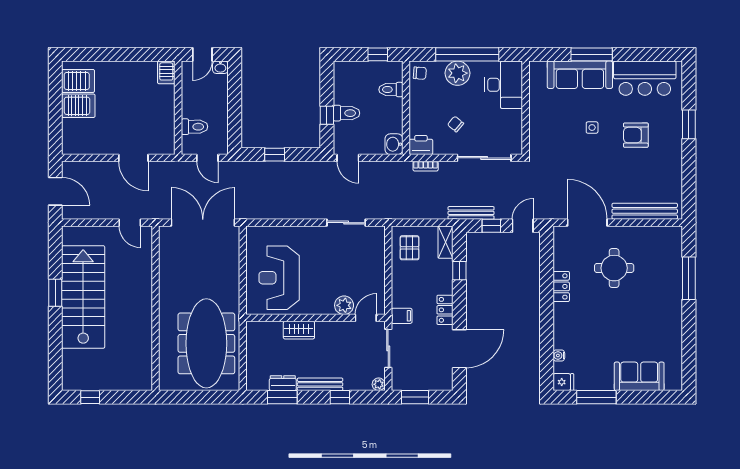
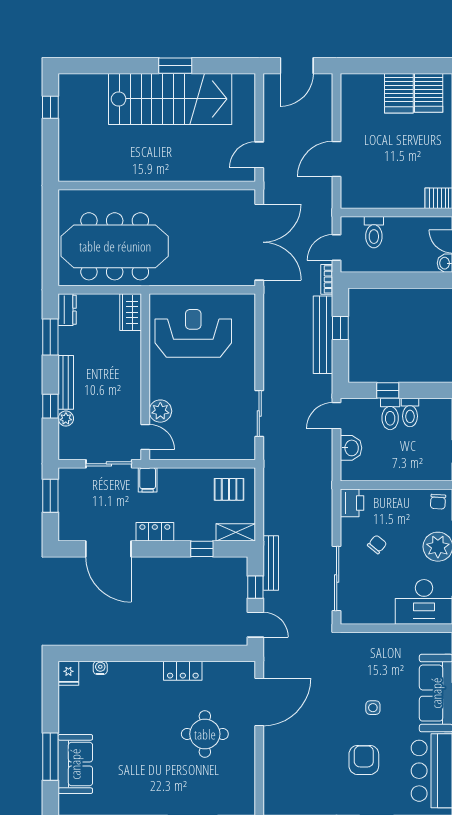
toilet: (391, 90) -> (410, 412), moved, turned 180
washbasin: (394, 144) -> (351, 448), moved, turned 90
bookcase: (426, 166) -> (327, 279), moved
bench: (645, 211) -> (323, 335), moved
wardrobe: (299, 330) -> (131, 312), moved
dresser: (283, 383) -> (67, 310), moved
plant: (379, 384) -> (66, 419), moved
window: (596, 397) -> (50, 757), moved

